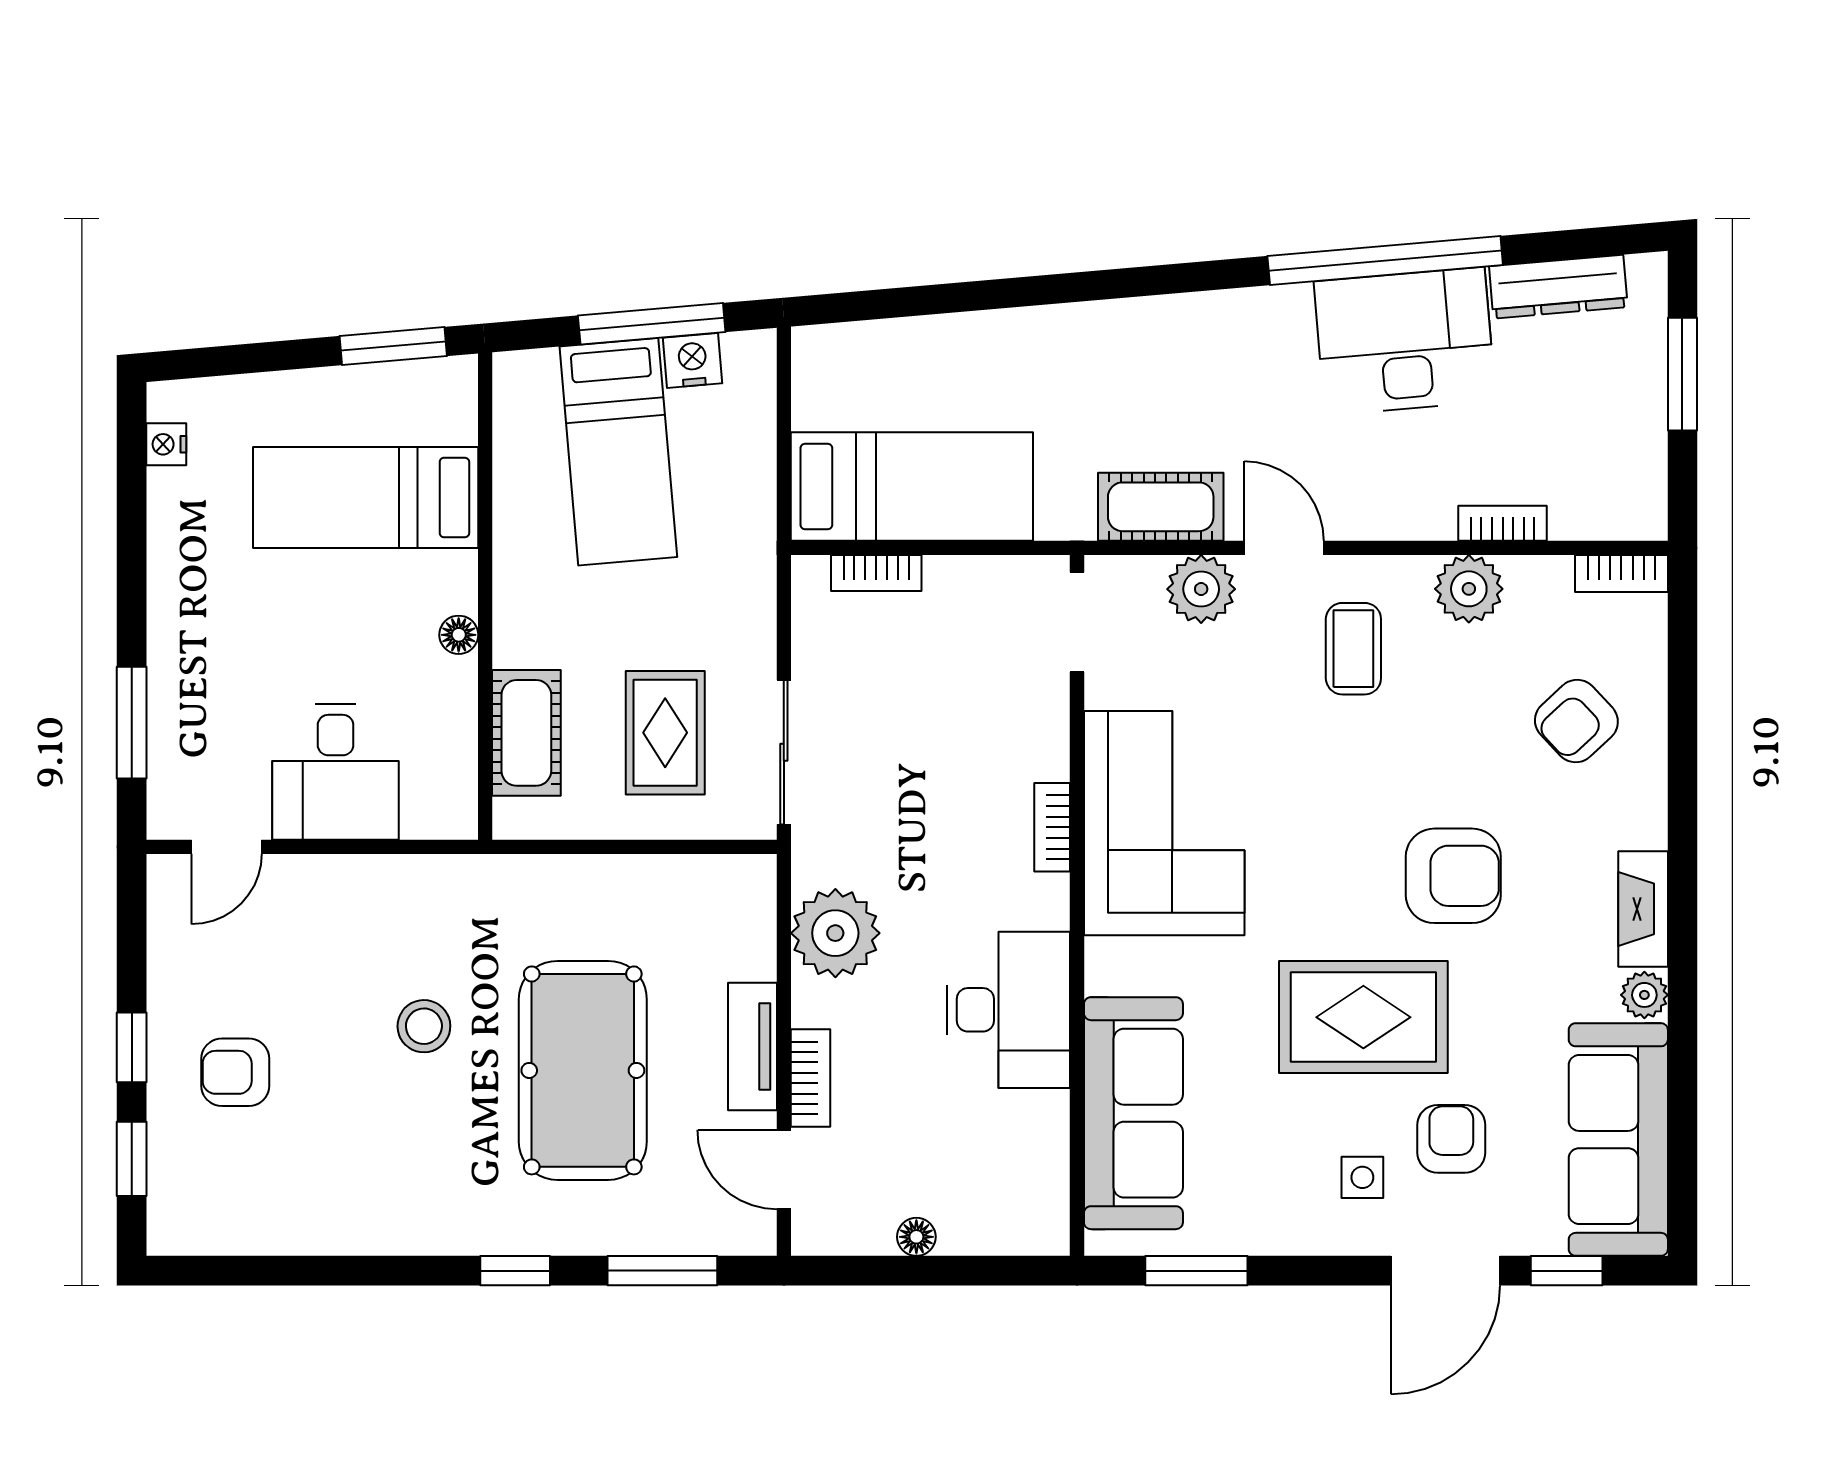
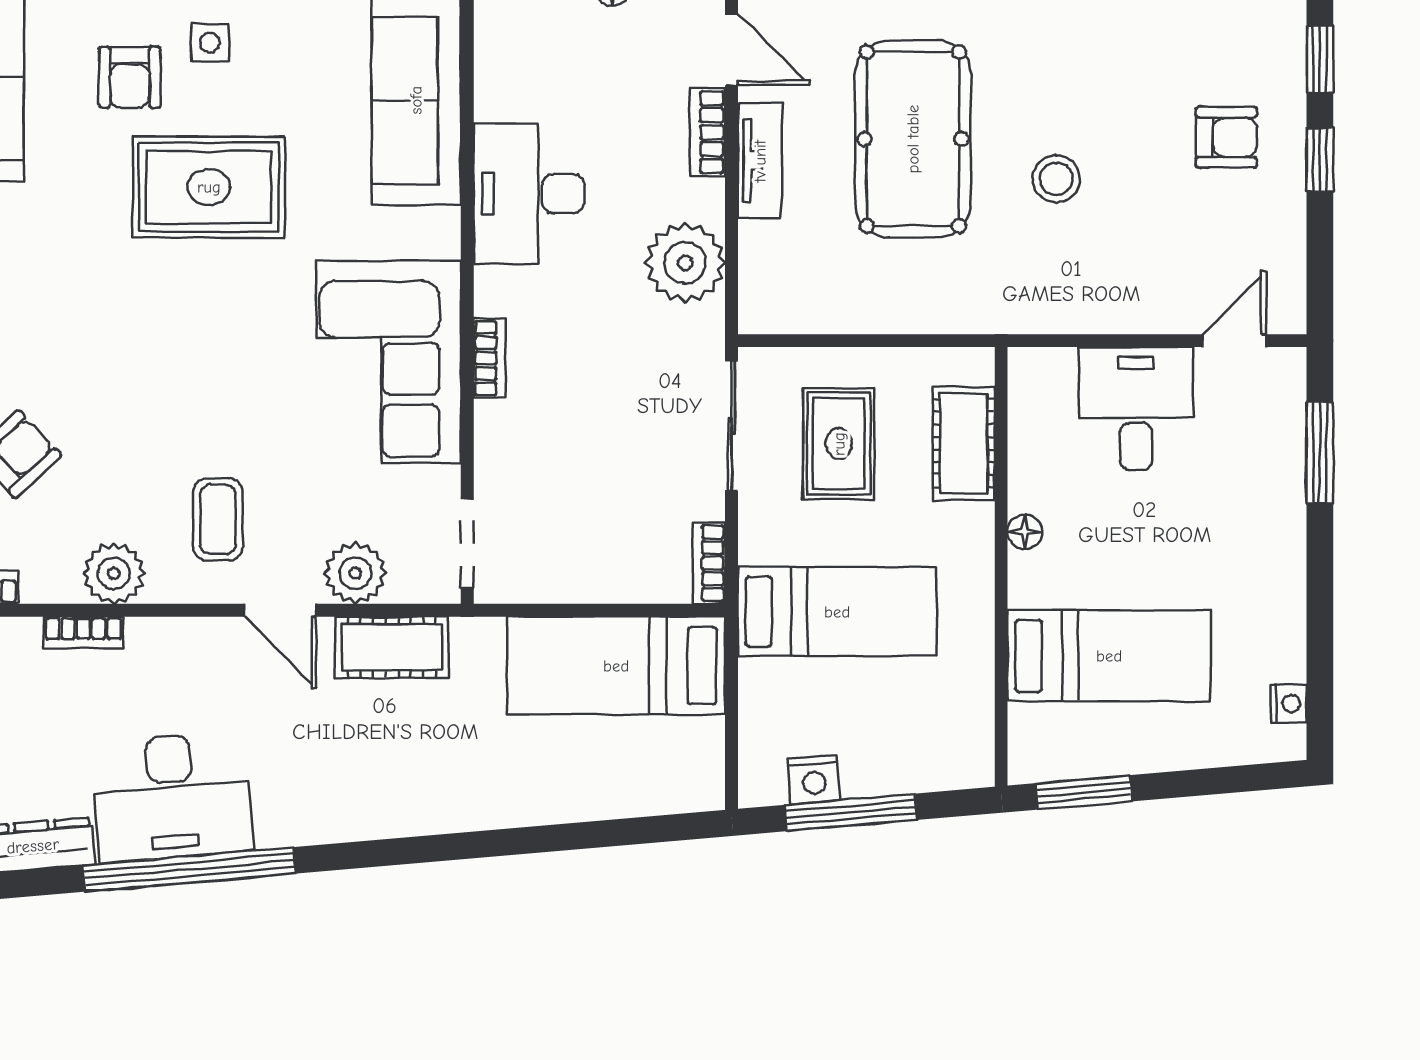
bed: (618, 452) -> (837, 612), moved, turned 95
bookcase: (876, 573) -> (709, 563), moved, turned -90
armchair: (1453, 876) -> (128, 314), removed

